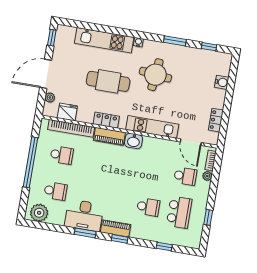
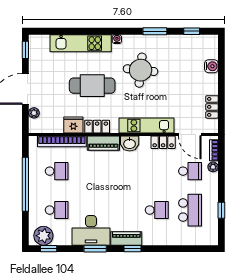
fridge: (67, 112) -> (73, 125), moved
locker: (165, 145) -> (163, 142), added
window: (164, 246) -> (49, 249), moved

